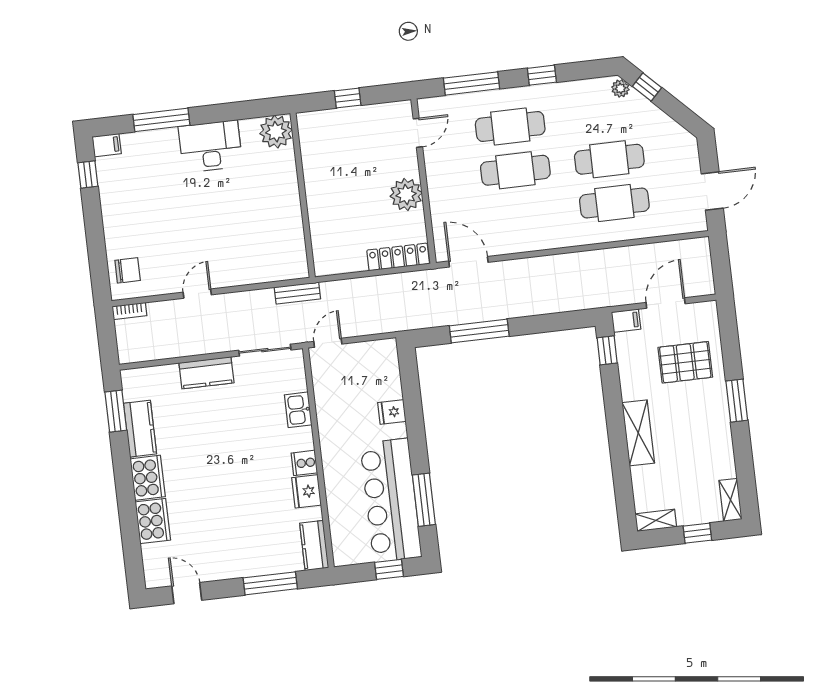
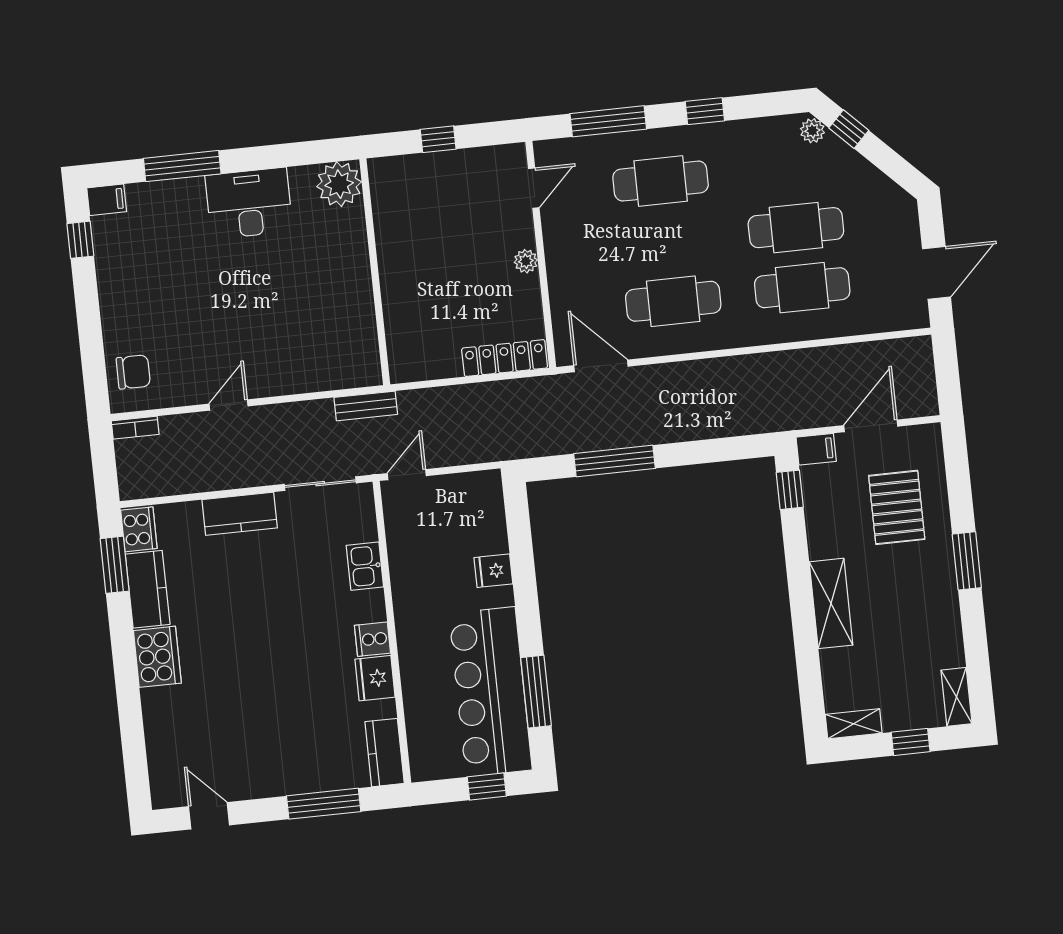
cafe table: (515, 170) -> (673, 301), moved
plant: (406, 195) -> (526, 261), width x0.53, depth x0.53
pallet: (685, 362) -> (897, 507), turned 90
cooker: (153, 521) -> (139, 529), moved, width x0.73, depth x0.76

